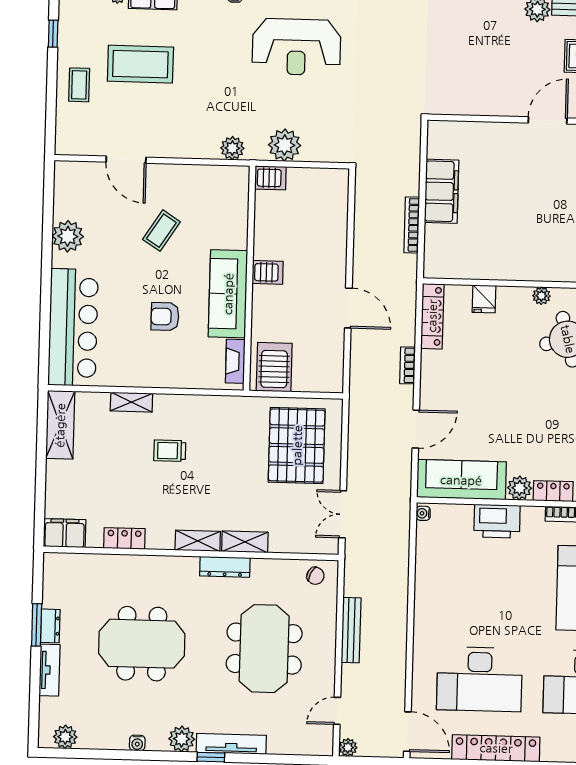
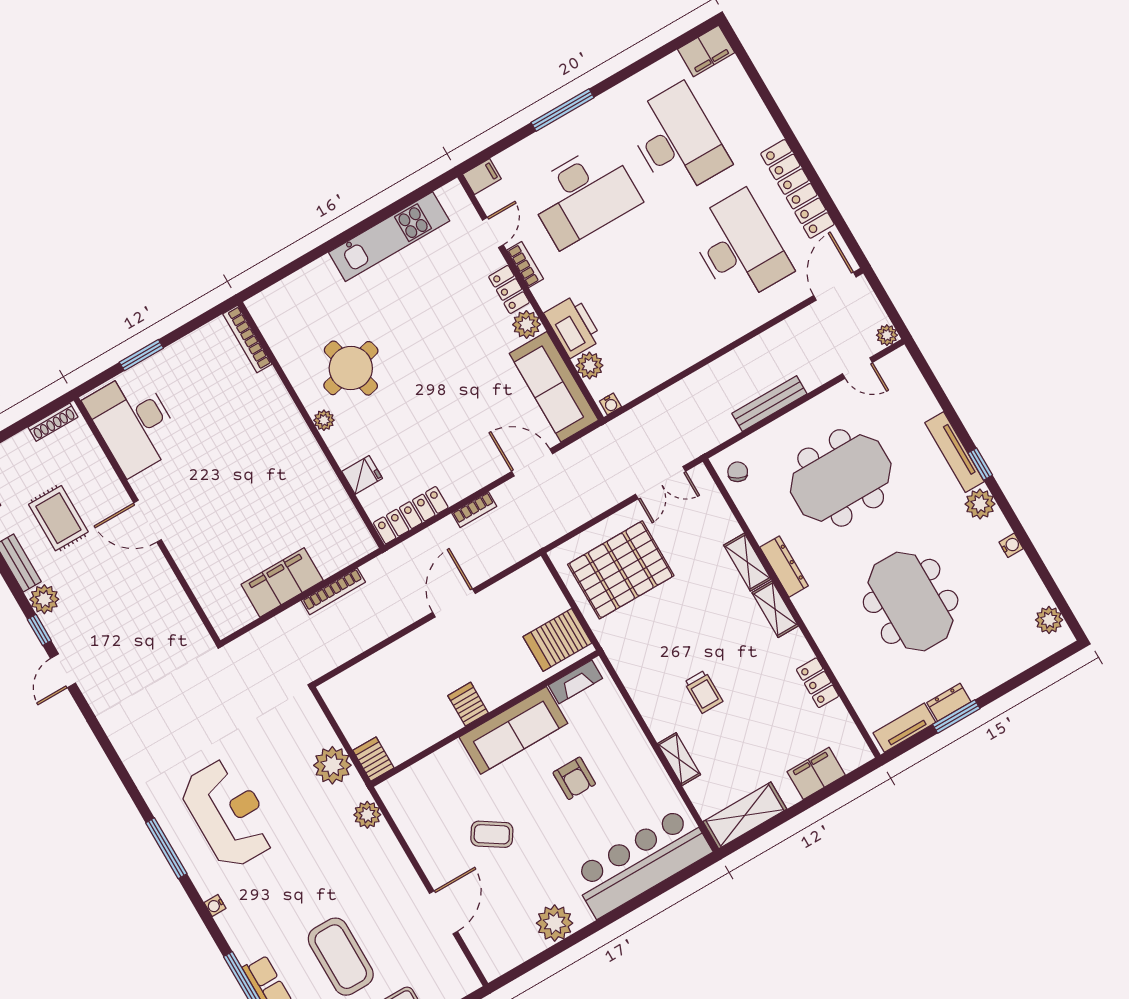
plant: (461, 515) -> (590, 366), added
filing cabinet: (65, 533) -> (816, 773), moved, turned 90
tv unit: (50, 670) -> (904, 728), moved

